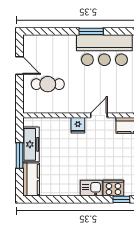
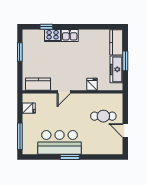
fridge: (78, 125) -> (92, 84), moved

